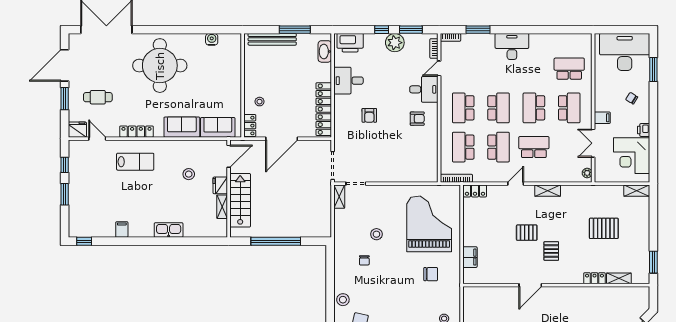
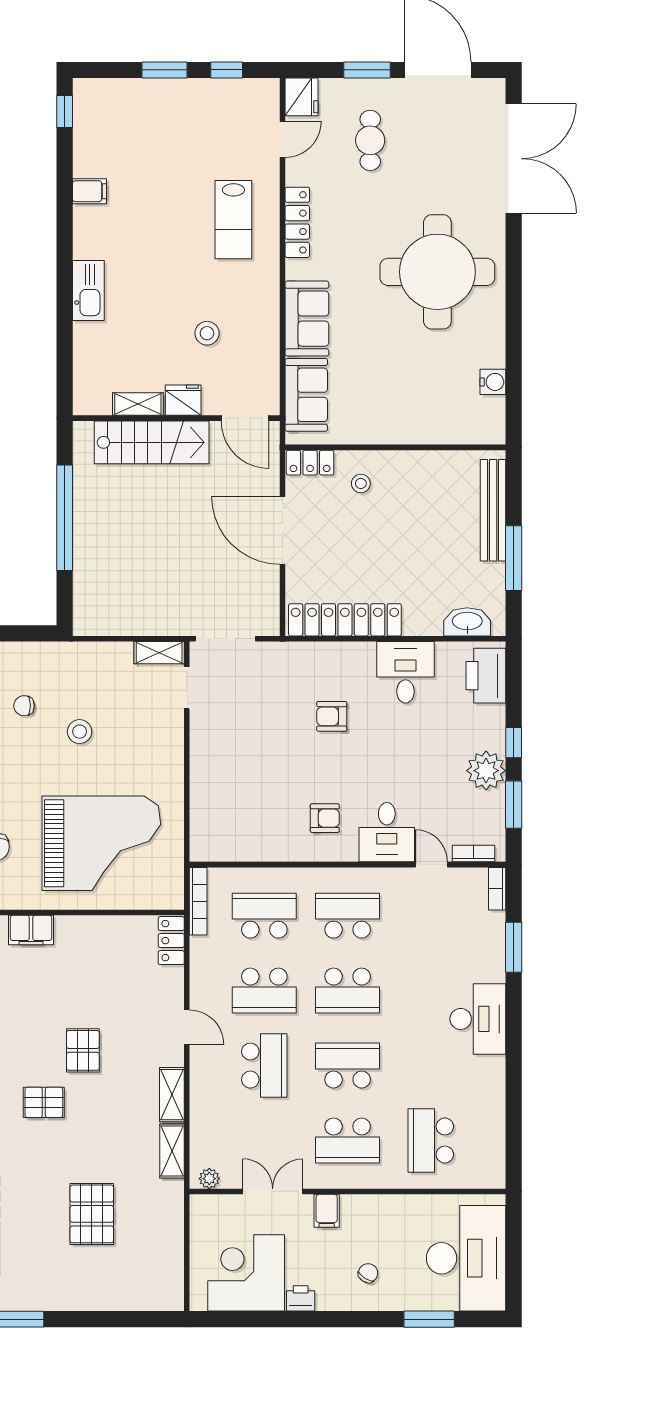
school desk: (569, 69) -> (431, 1141), turned 180
armchair: (417, 119) -> (325, 818), turned -90
shelving: (637, 191) -> (172, 1151), moved

